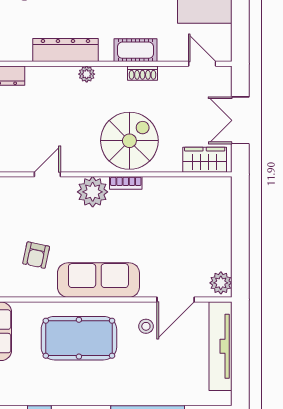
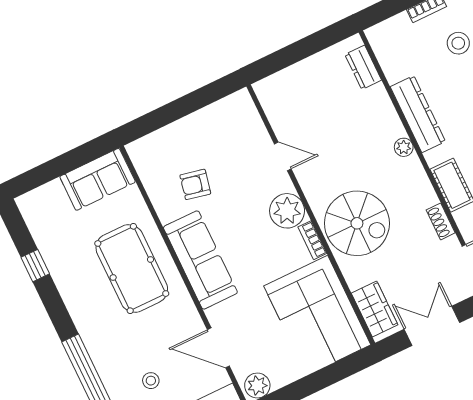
shoe rack: (143, 73) -> (441, 221), moved
corner sofa: (188, 208) -> (317, 315), added
stool: (146, 326) -> (151, 381), moved

